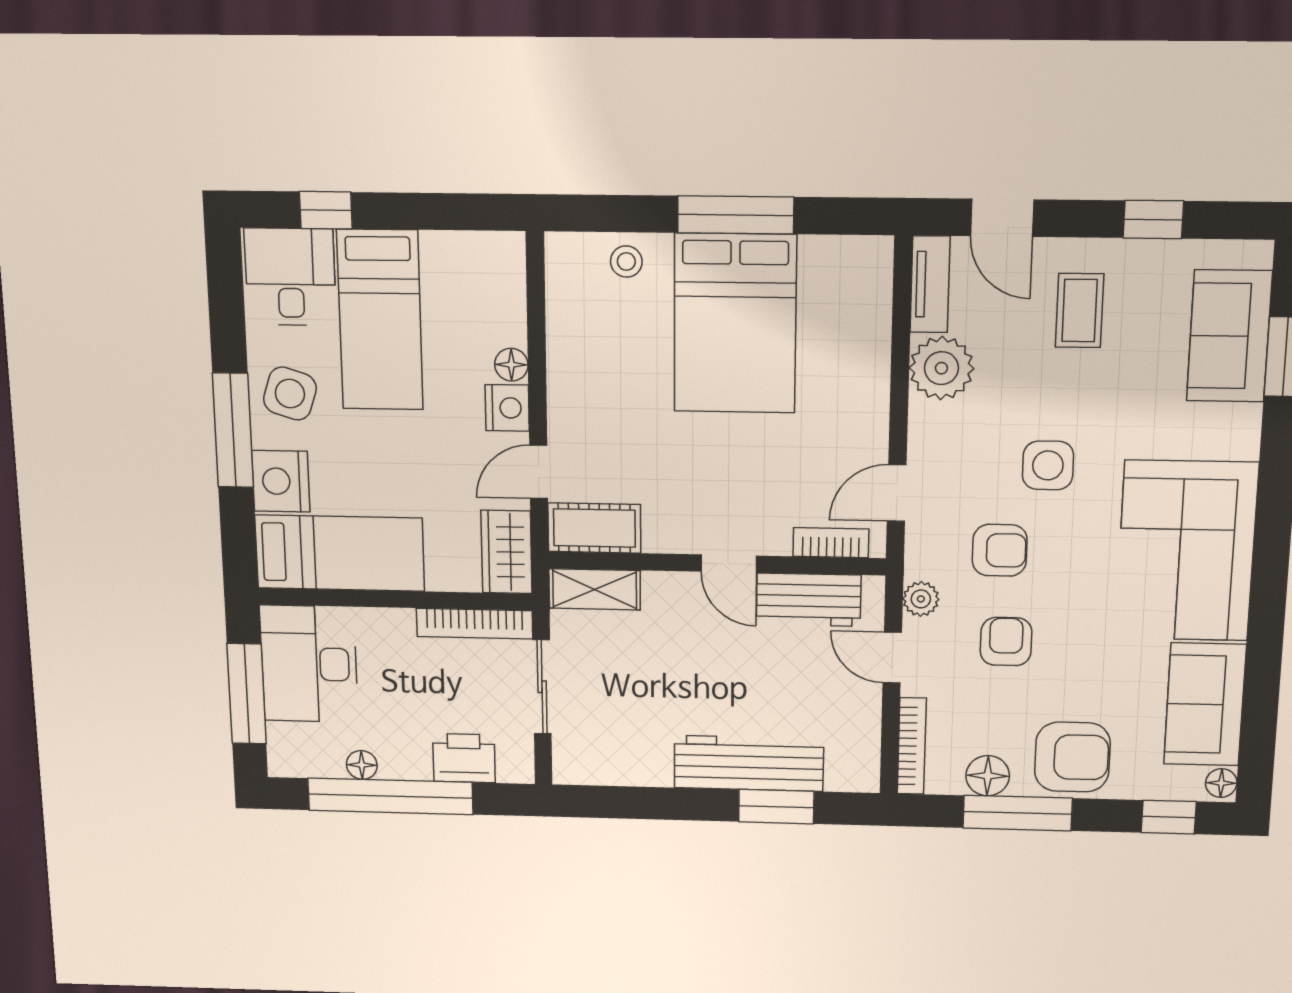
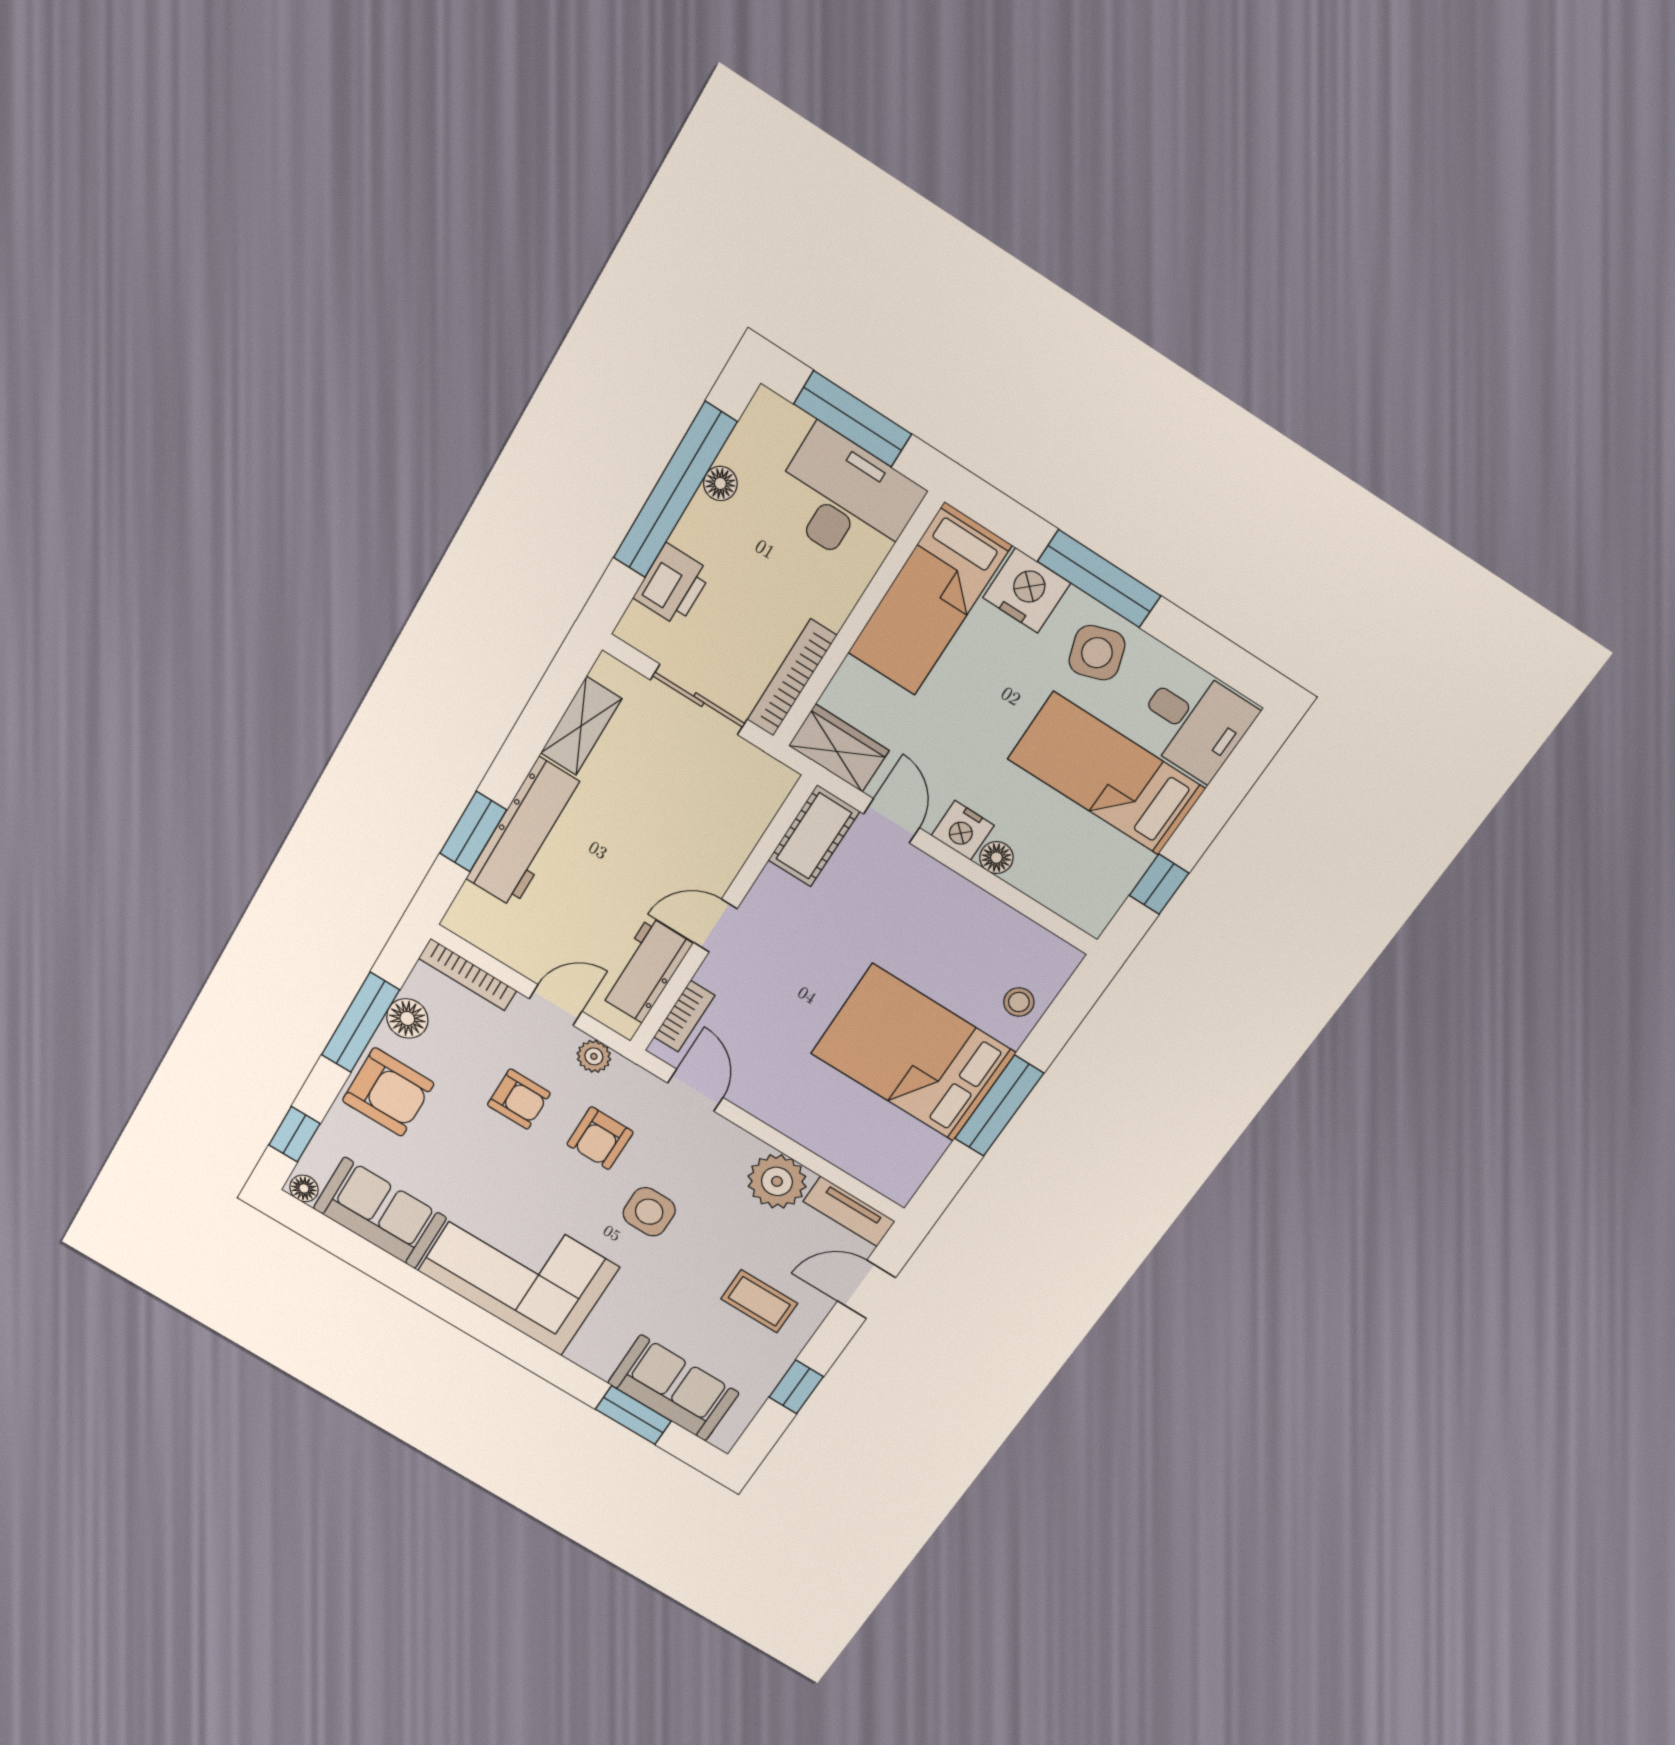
window: (326, 210) -> (1159, 884), moved
side table: (290, 394) -> (1097, 653), turned -36
shelving: (595, 589) -> (581, 726), moved
armchair: (1072, 757) -> (388, 1092), turned -90

